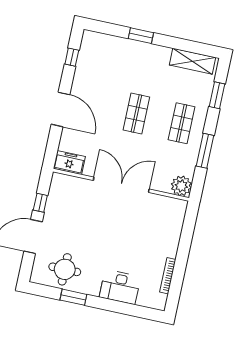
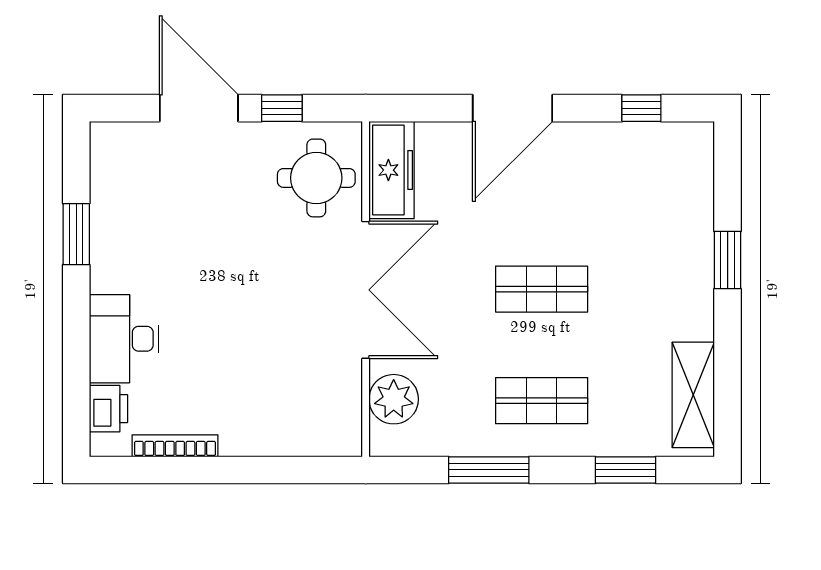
freezer: (69, 163) -> (392, 170), width x1.40
plant: (181, 186) -> (394, 399), moved
round table: (65, 269) -> (316, 178), moved
printer: (147, 299) -> (108, 409), added

